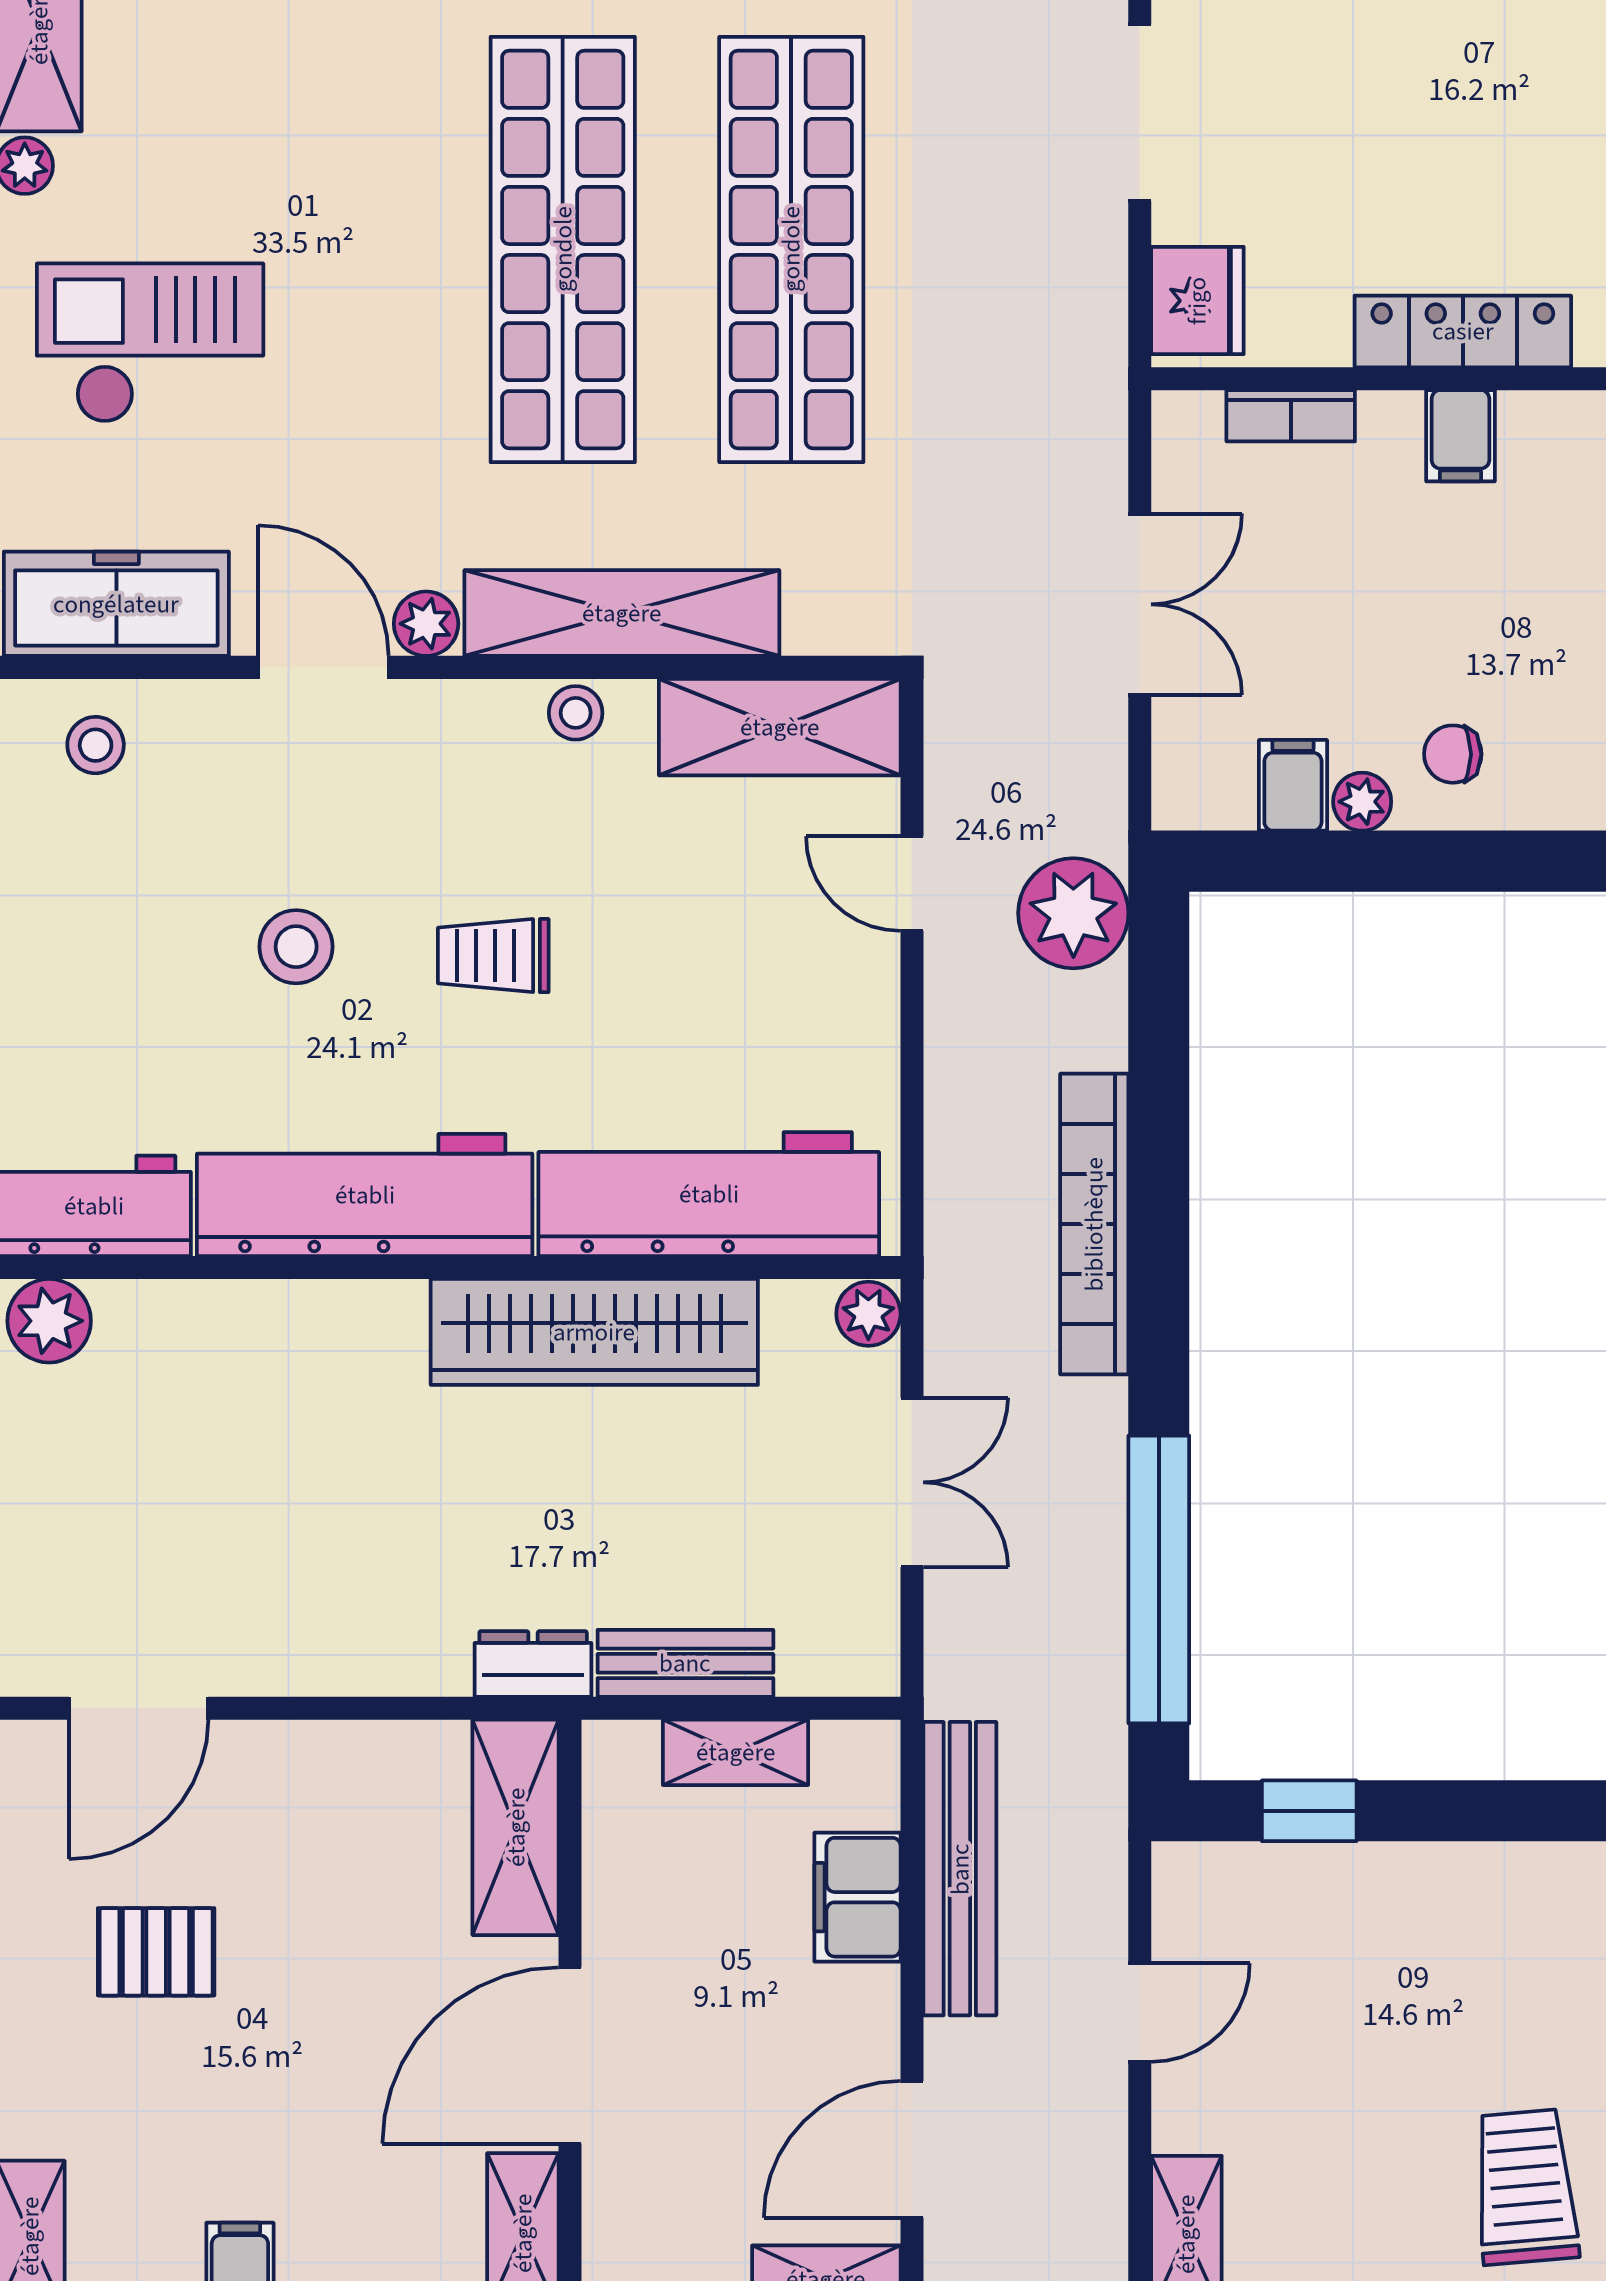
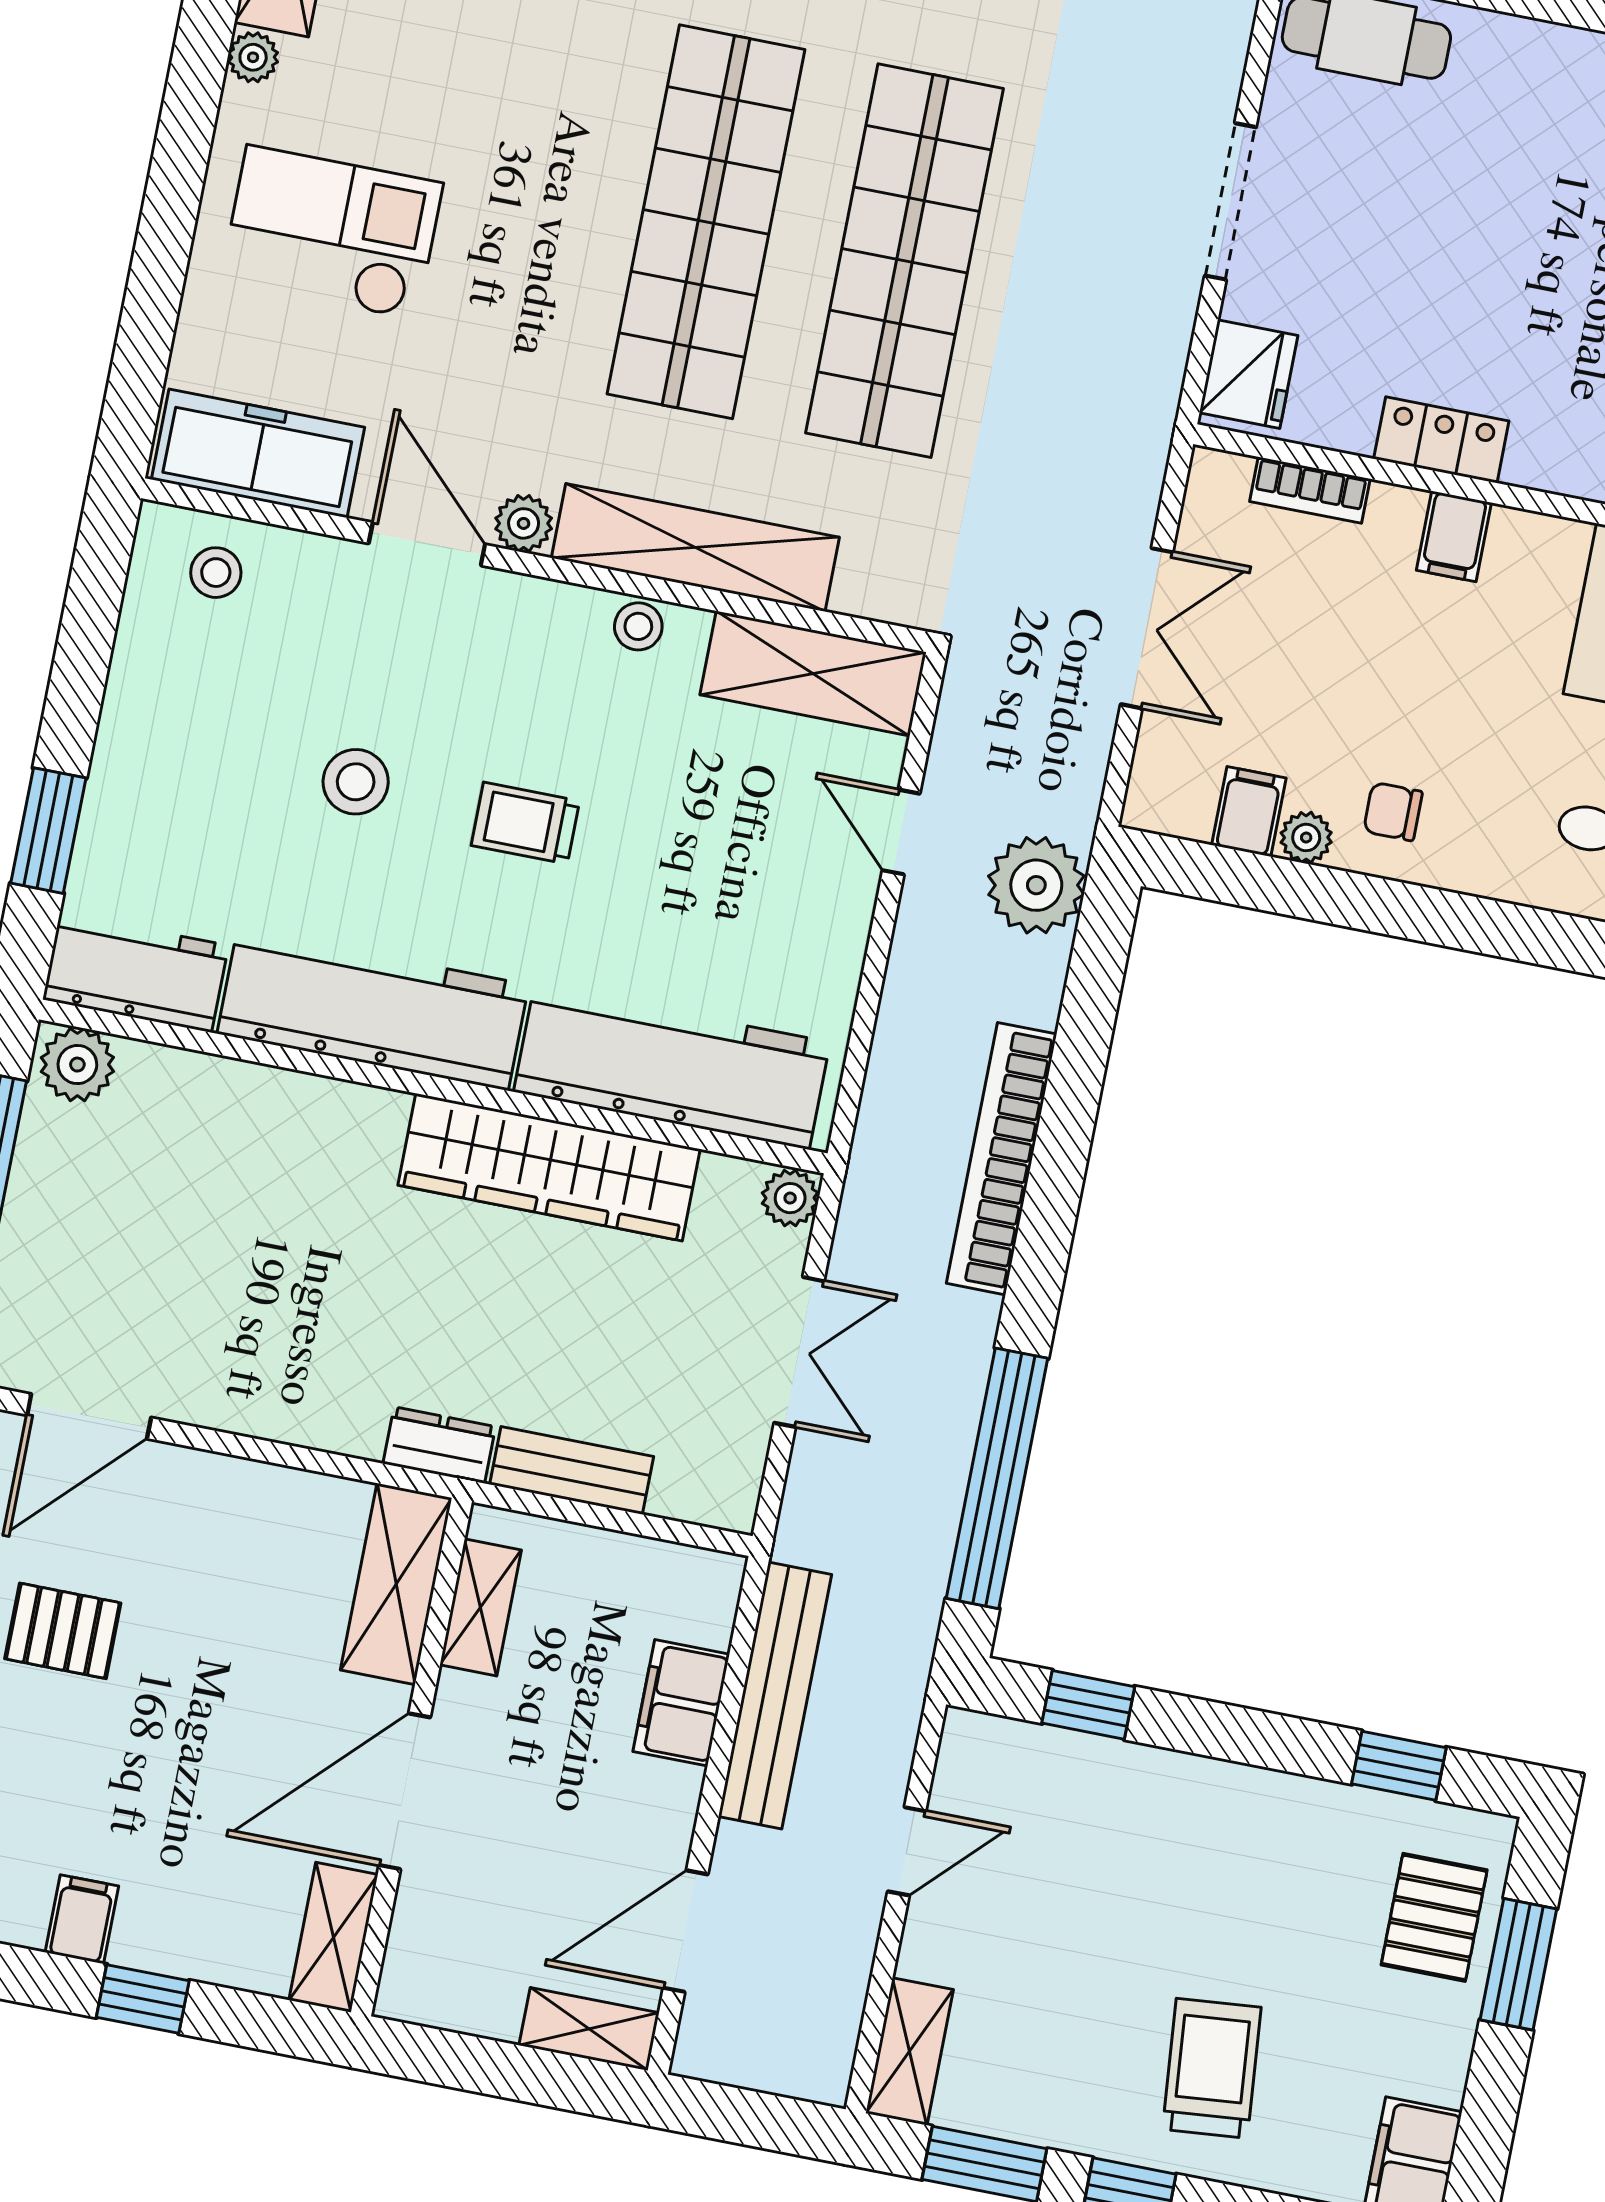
locker: (1463, 331) -> (1441, 440), width x0.66
shelving: (736, 1752) -> (480, 1607), moved, turned 90

